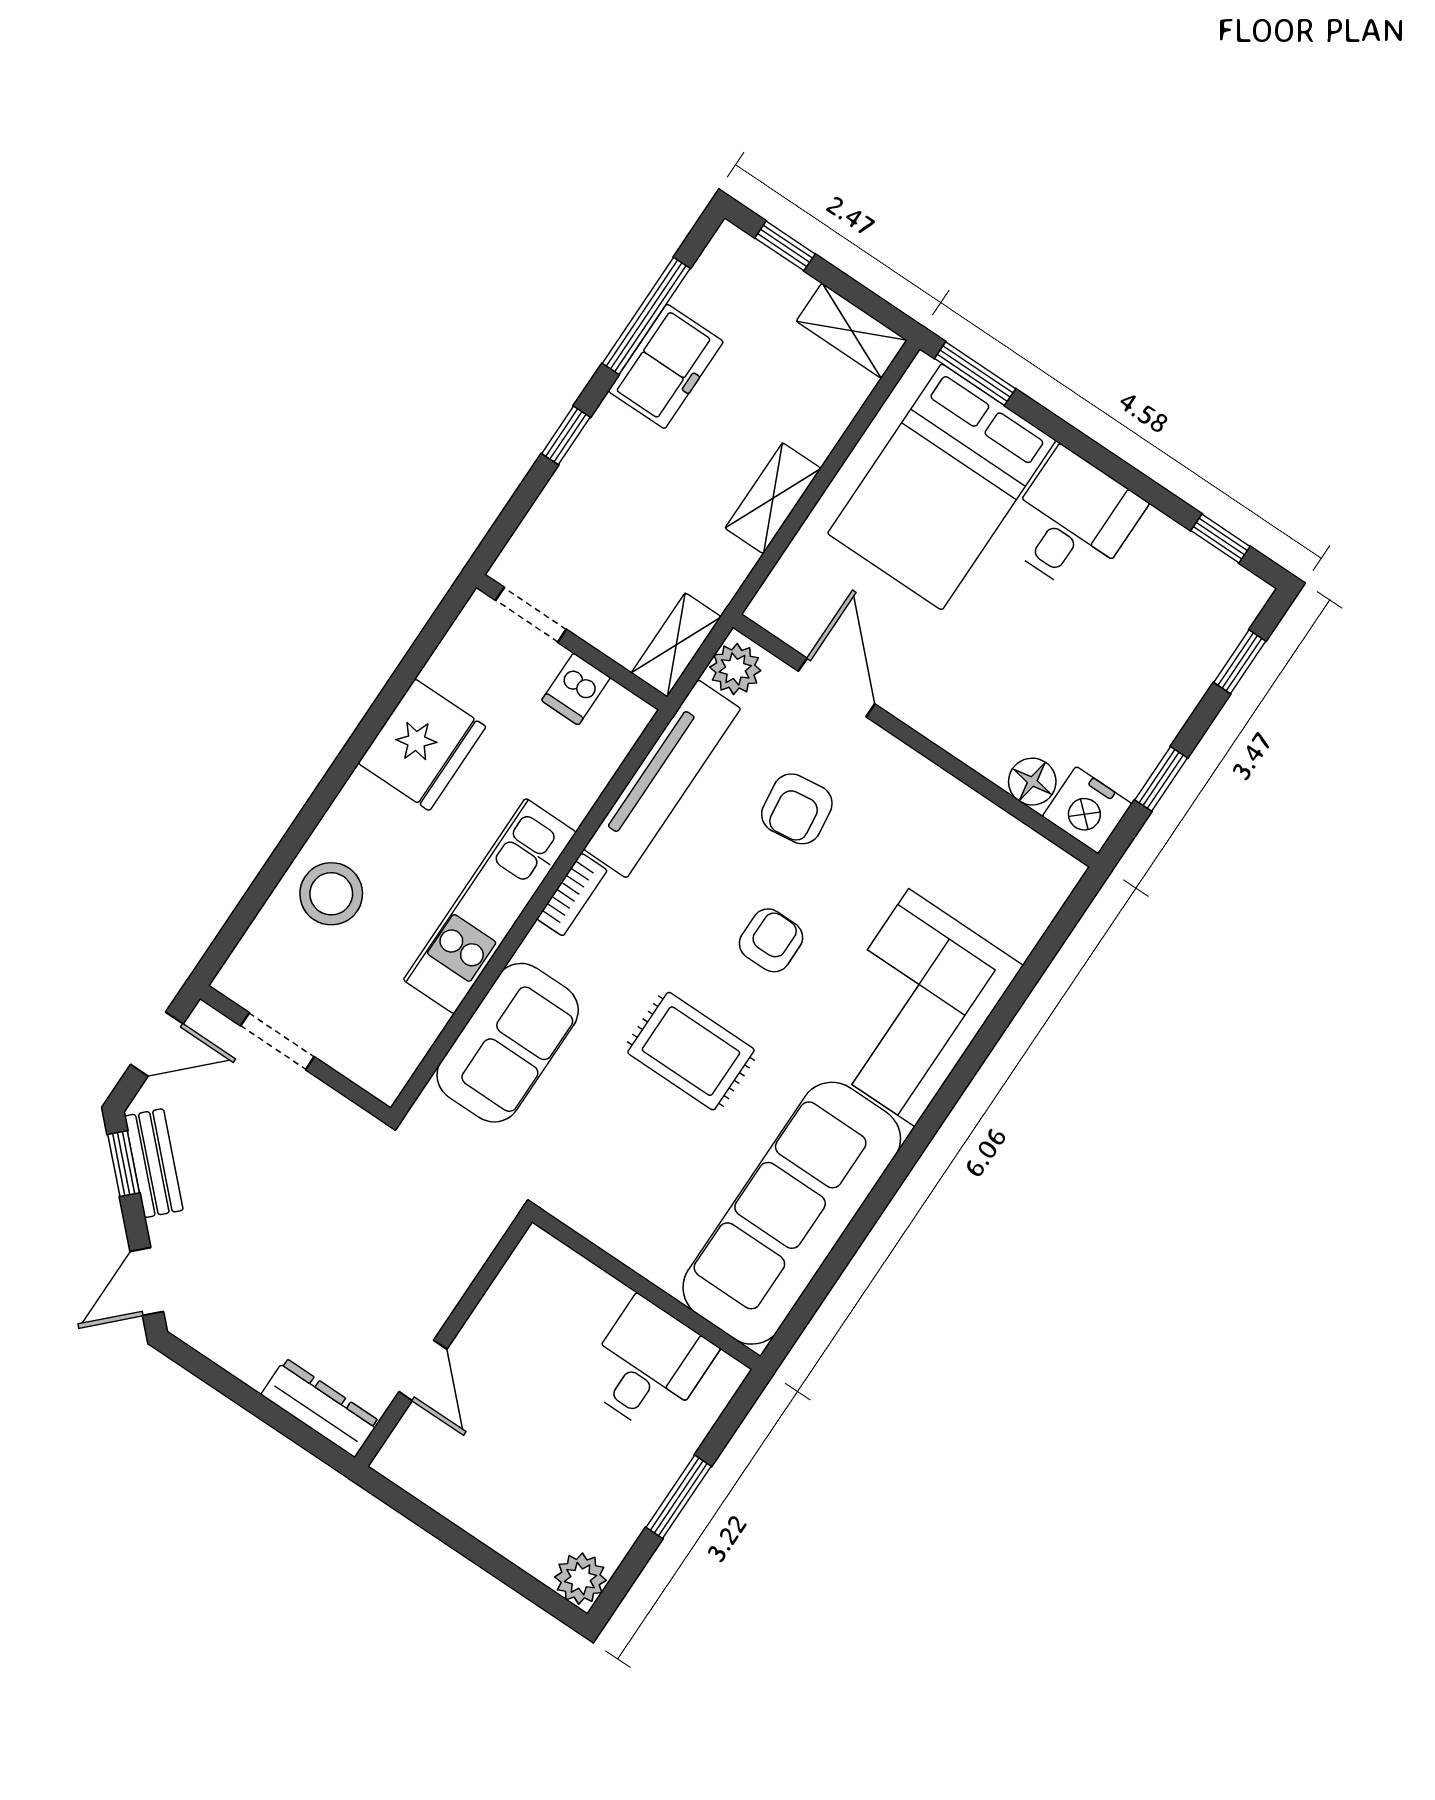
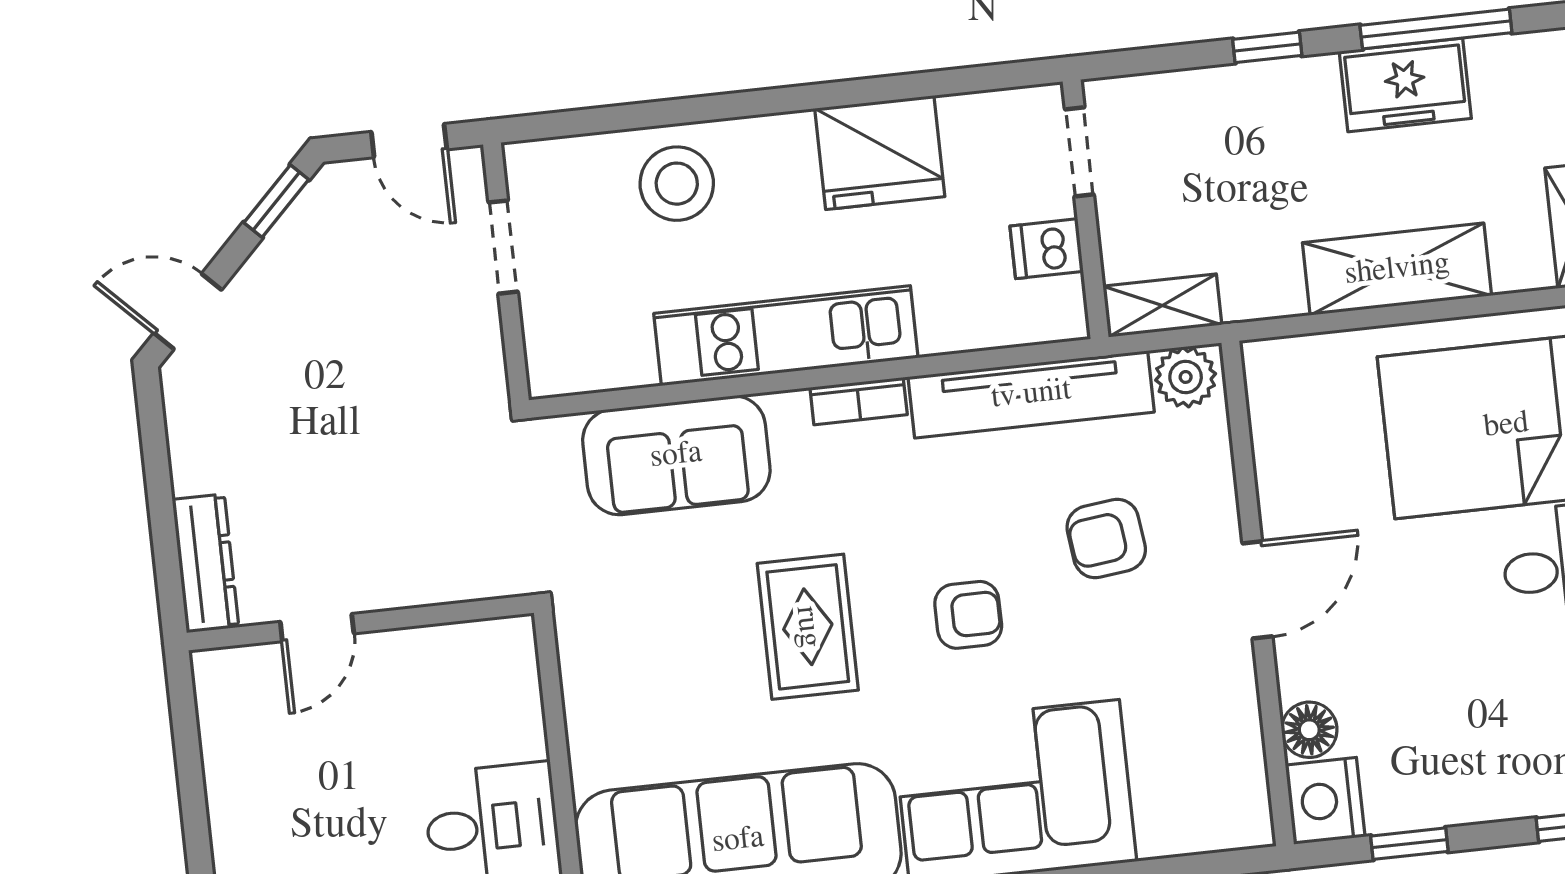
shelving: (773, 498) -> (1397, 269), width x1.50, depth x1.33
door: (837, 687) -> (1257, 590), moved
bench: (154, 1163) -> (300, 228), removed

